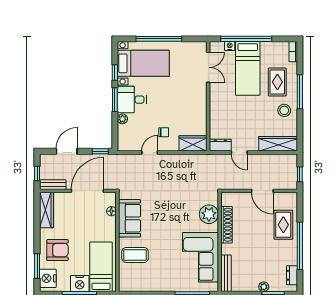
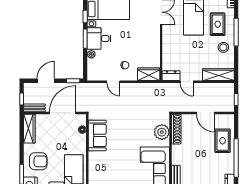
door: (150, 153) -> (113, 82), swing flipped
shoe rack: (226, 225) -> (176, 129), moved
coffee table: (135, 255) -> (102, 165), removed

